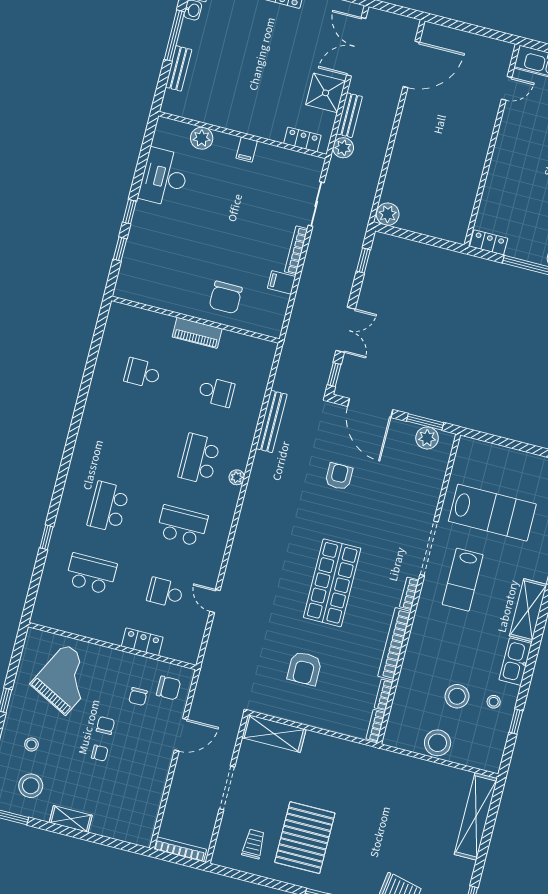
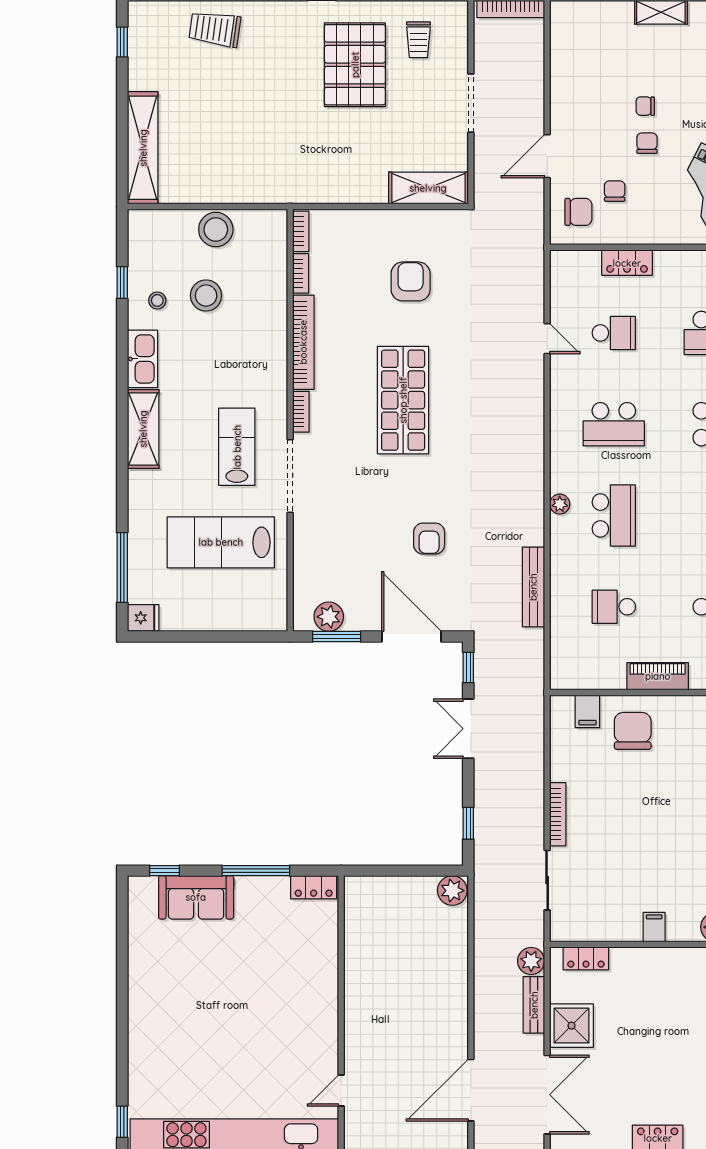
filing cabinet: (282, 282) -> (587, 711), moved, turned 90
chair: (168, 688) -> (578, 212), turned 180
chair: (105, 726) -> (647, 143), turned 180

